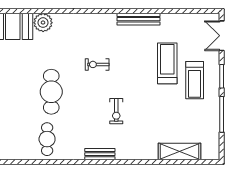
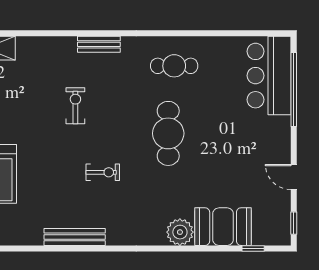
bench: (139, 19) -> (75, 237), moved
cafe table: (47, 139) -> (174, 66), turned 90

